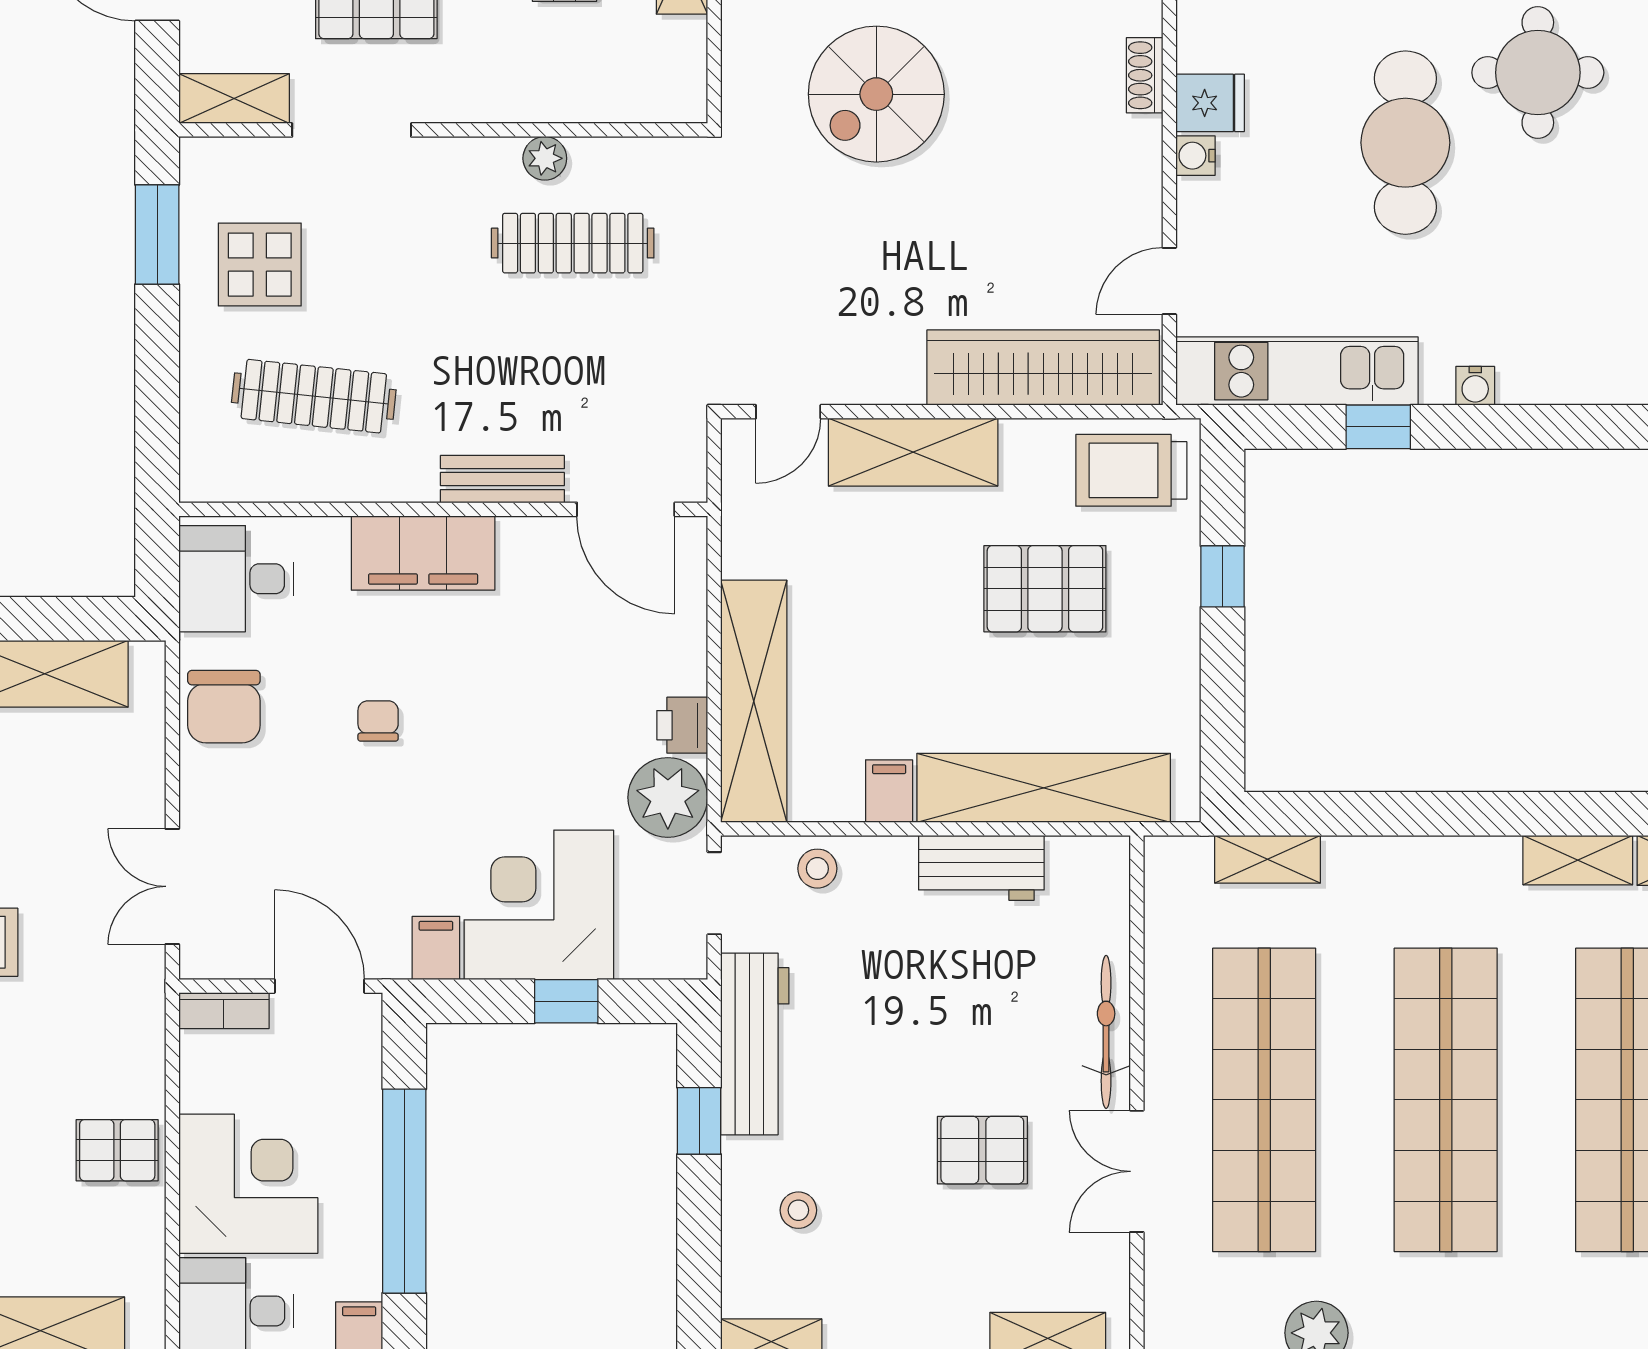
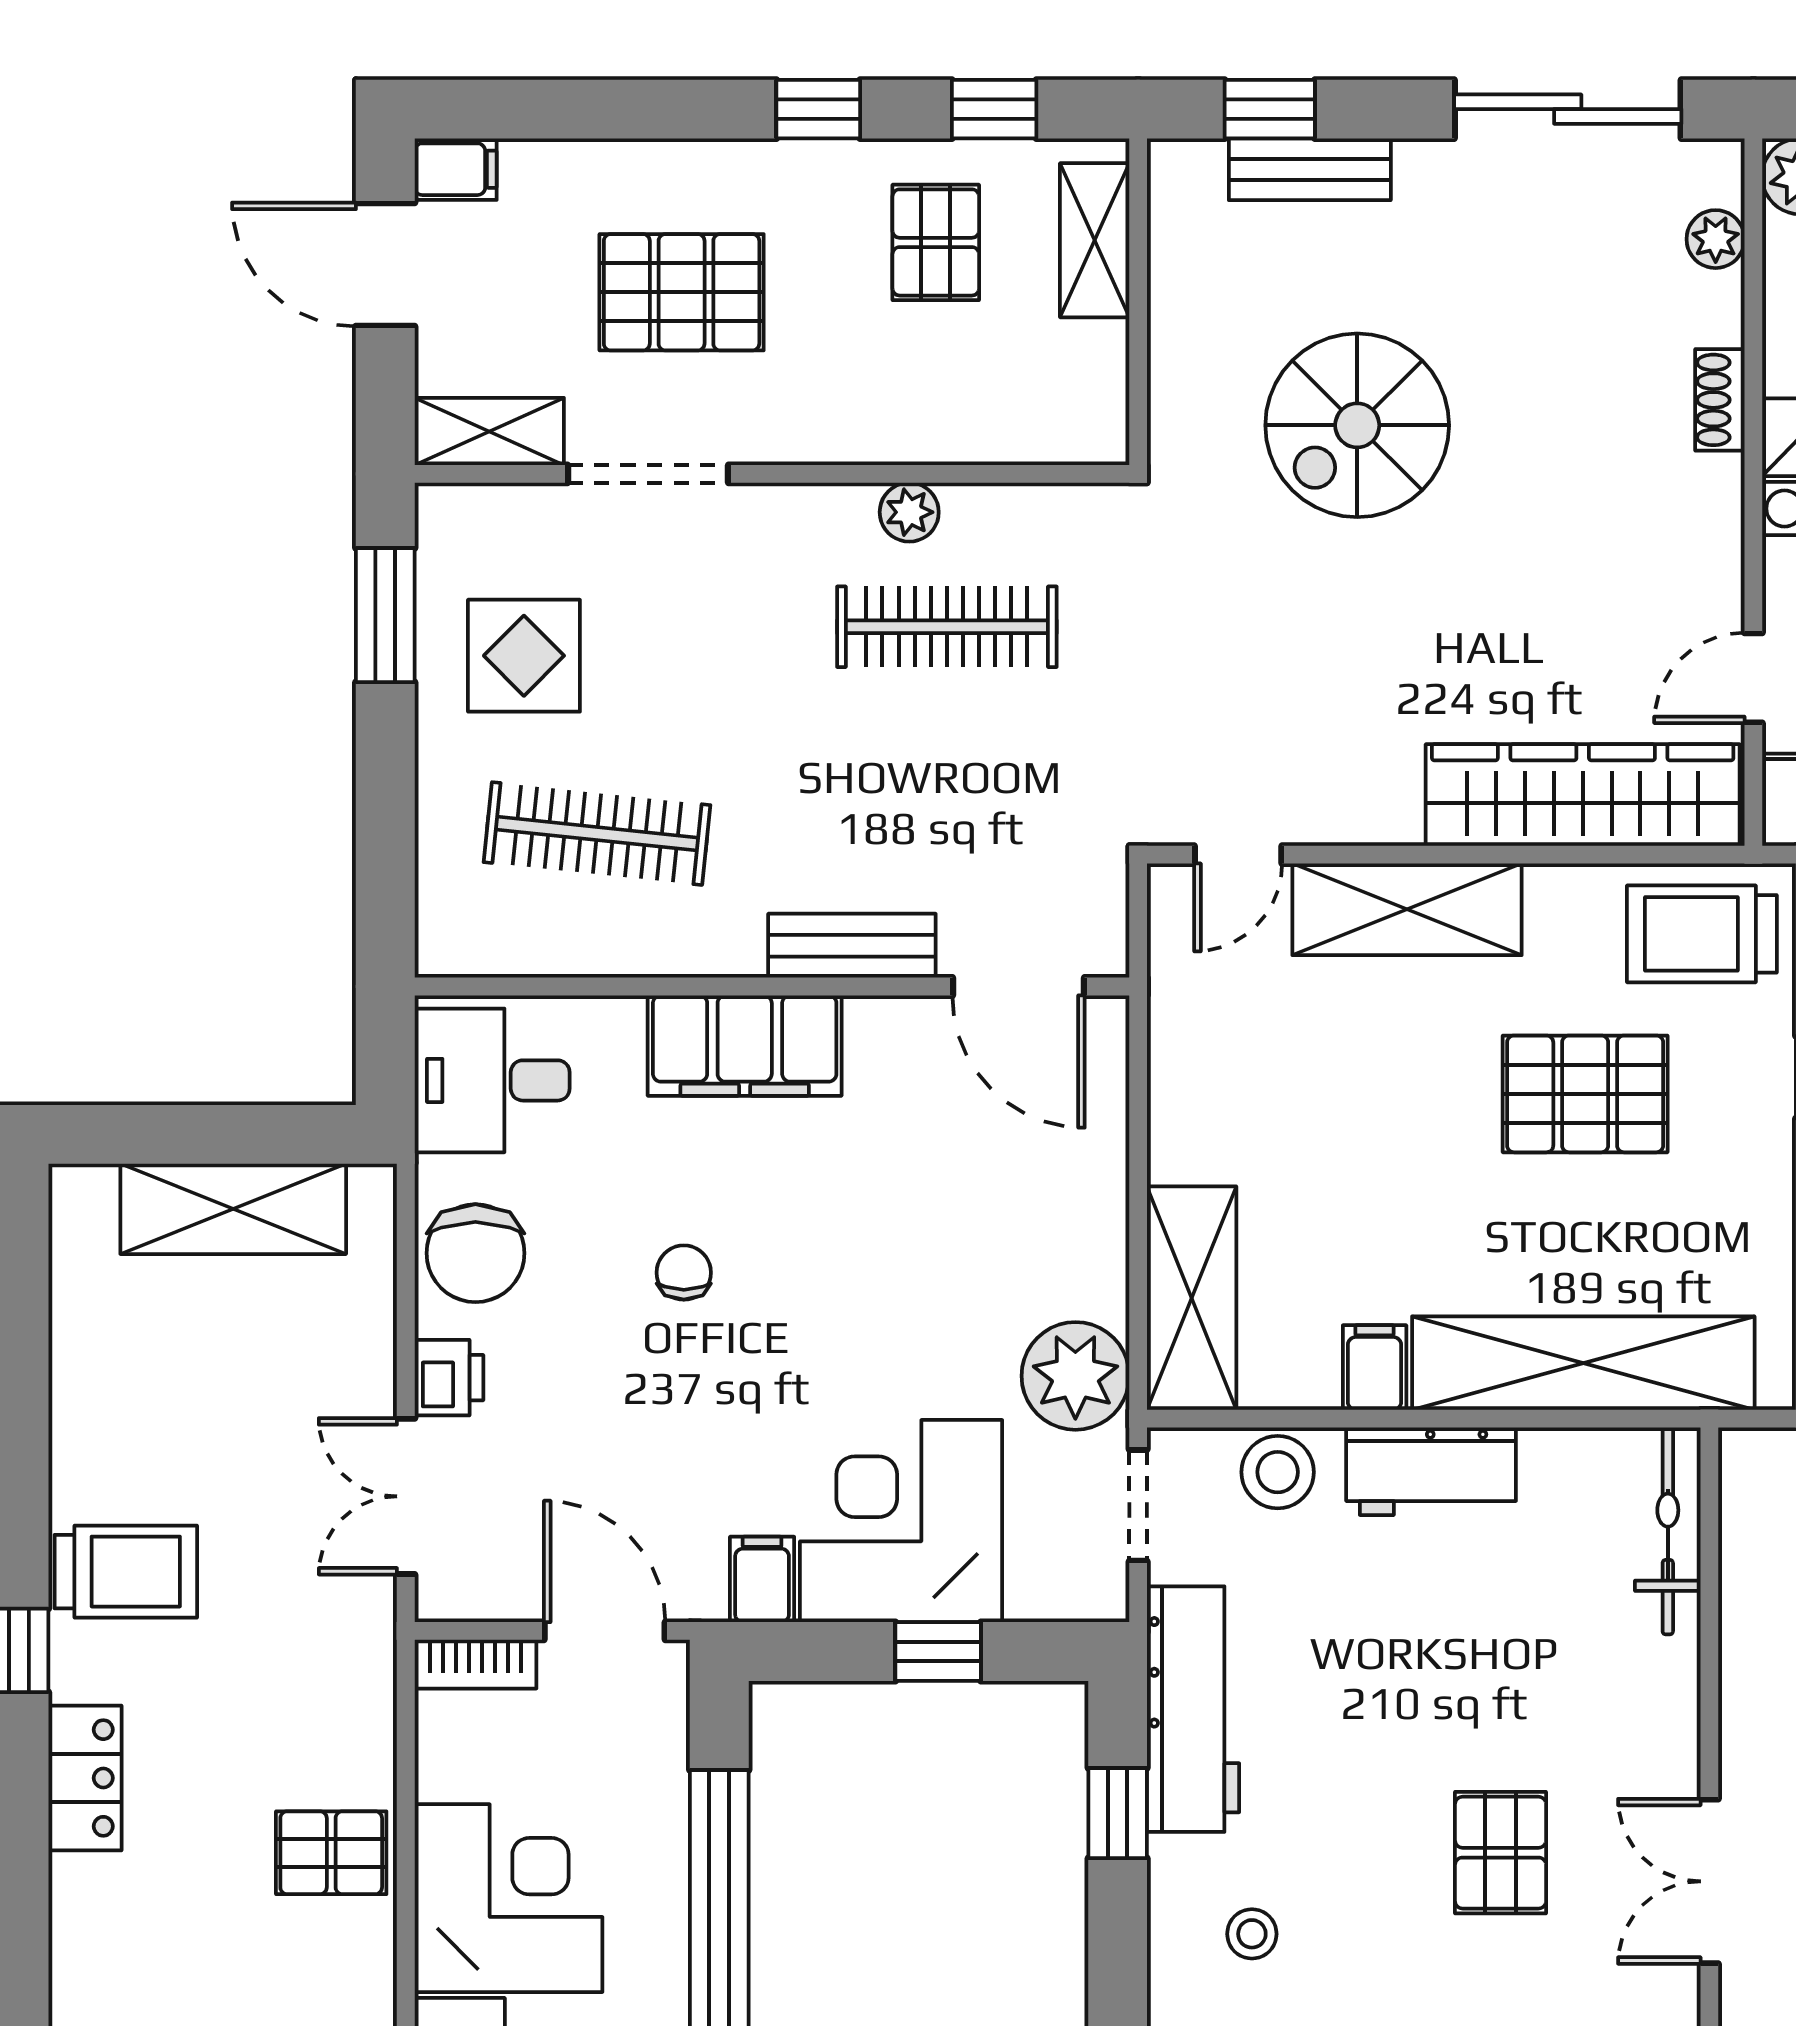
shelving: (754, 701) -> (1192, 1298), width x0.68
printer: (682, 725) -> (449, 1378), moved, turned 180
workbench: (981, 868) -> (1431, 1471), moved
stool: (817, 869) -> (1278, 1472), width x1.37, depth x1.37
bicycle: (1106, 1032) -> (1668, 1531), moved
pallet: (982, 1150) -> (1501, 1853), turned 90

